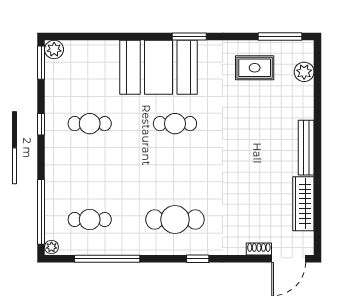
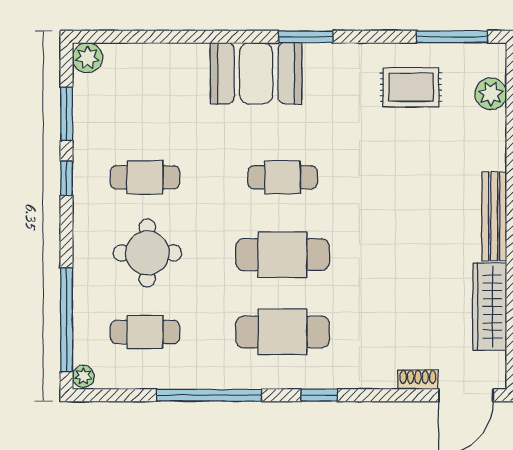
window: (41, 63) -> (67, 114), moved
booth: (159, 67) -> (256, 73), width x0.73, depth x0.70
round table: (91, 170) -> (147, 253), added
cafe table: (175, 172) -> (282, 255), added
window: (107, 259) -> (209, 395), moved

